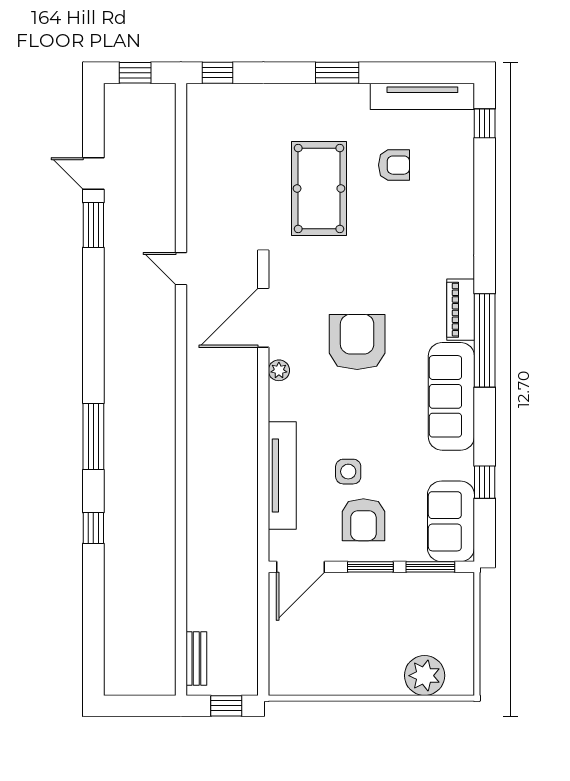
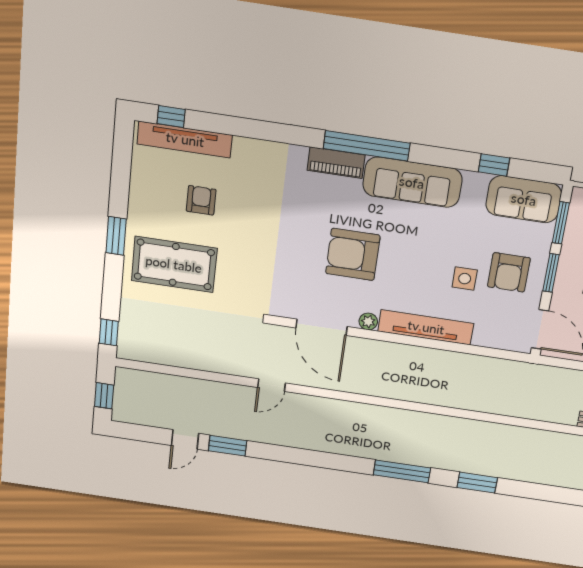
tv unit: (422, 96) -> (185, 139), moved, turned 90
pool table: (319, 188) -> (174, 264), moved
tv unit: (282, 476) -> (426, 327), moved
armchair: (363, 520) -> (509, 272), turned 90
window: (93, 528) -> (477, 483), width x1.50

